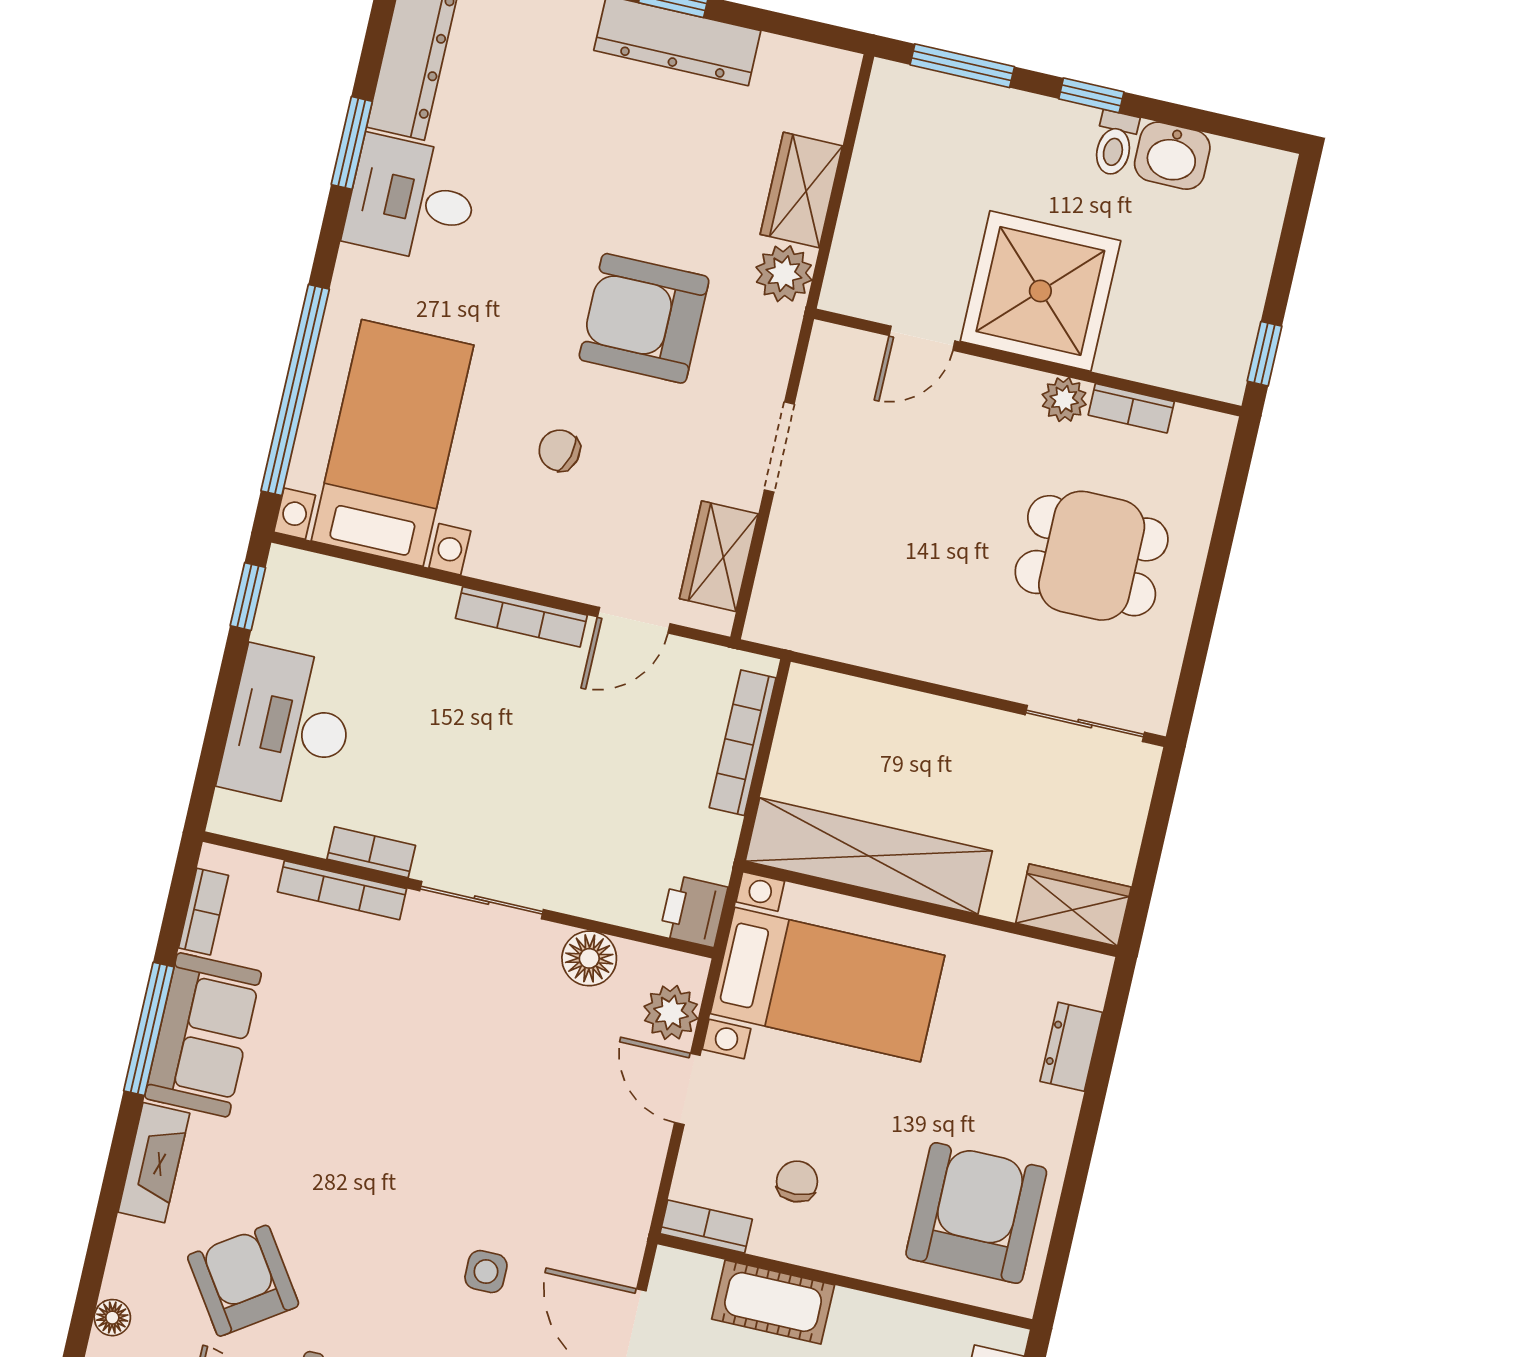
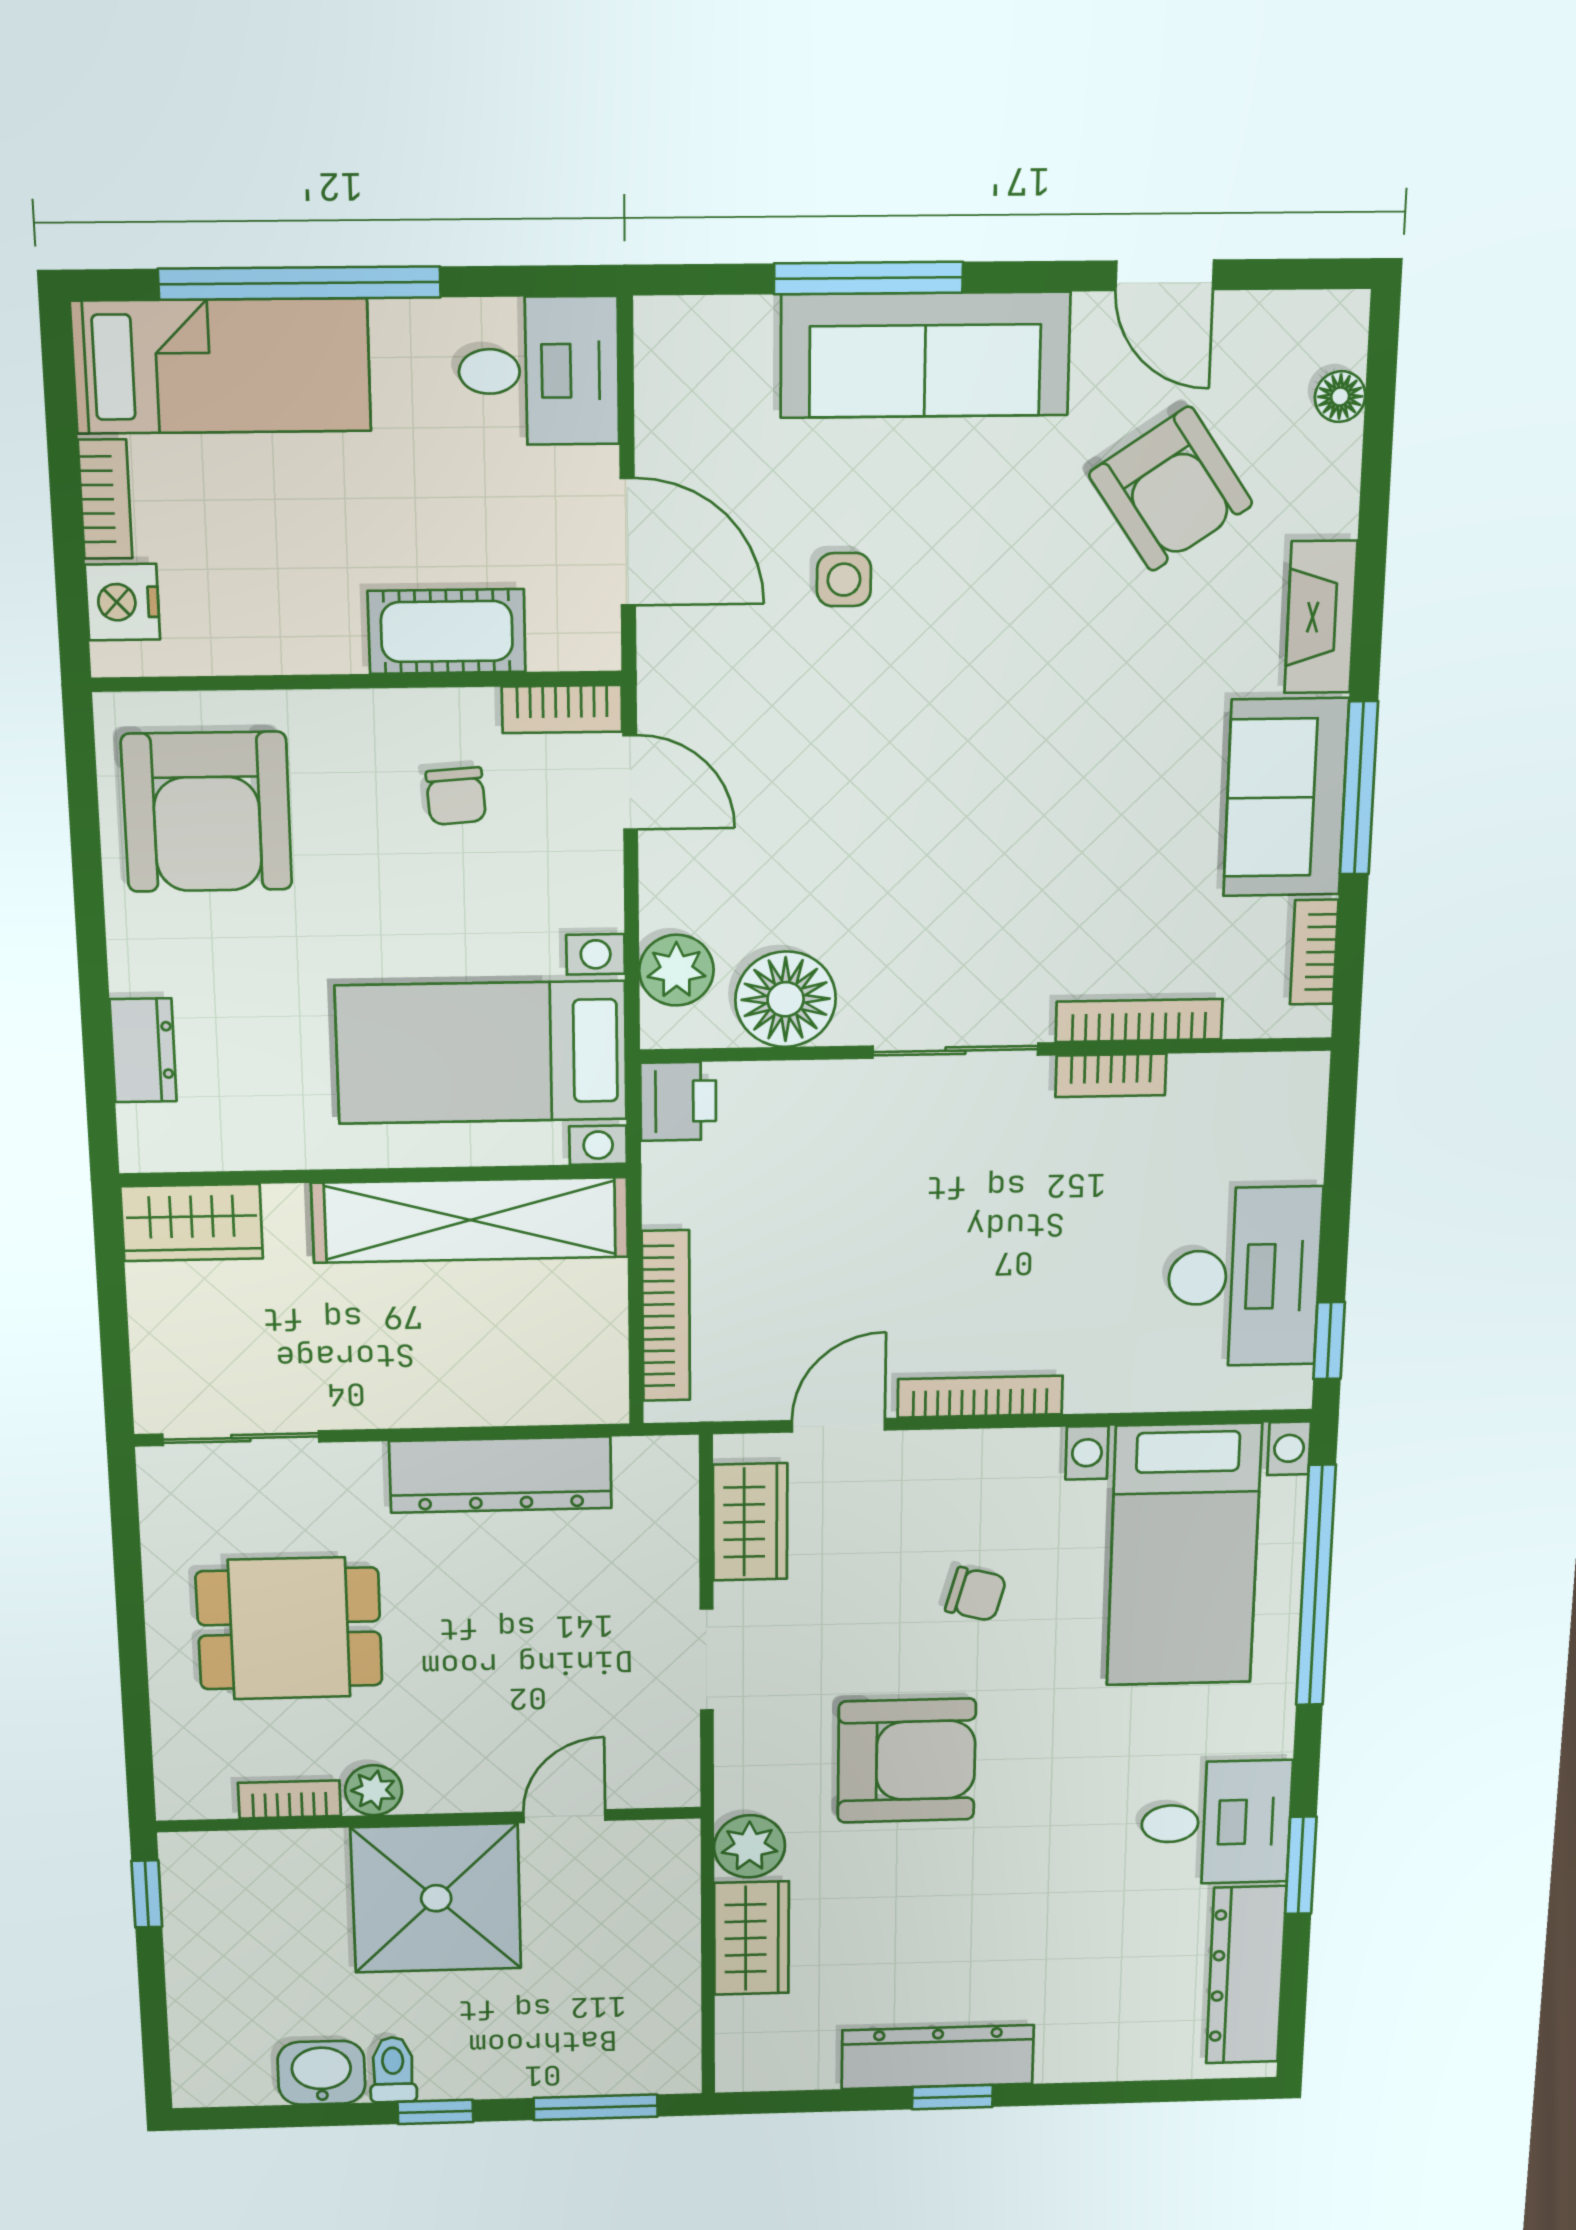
dresser: (898, 644) -> (501, 1475), added
desk: (289, 727) -> (1244, 1277), moved
floor lamp: (589, 958) -> (786, 999), width x1.38, depth x1.38
door: (687, 1089) -> (630, 783), moved

